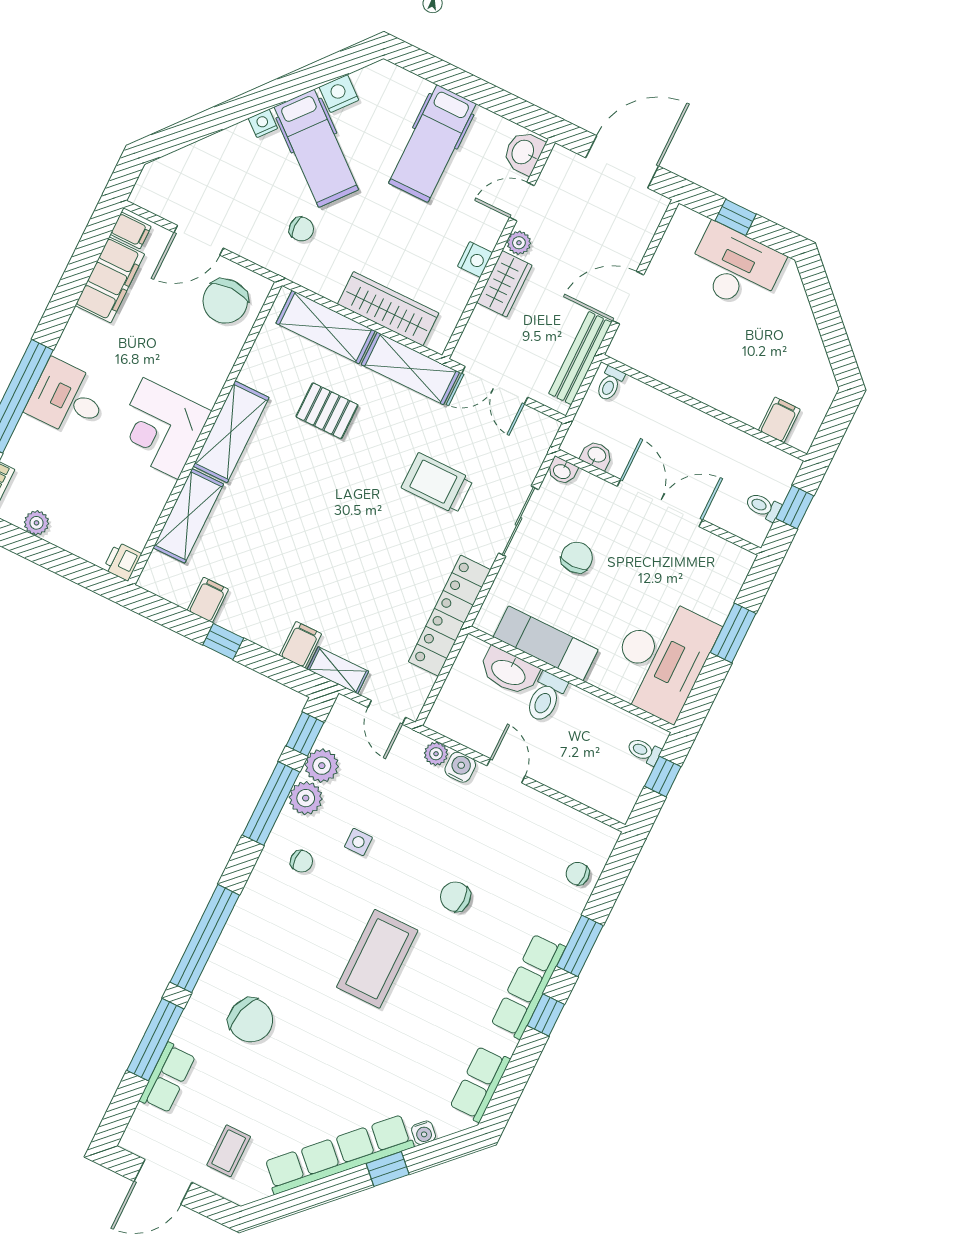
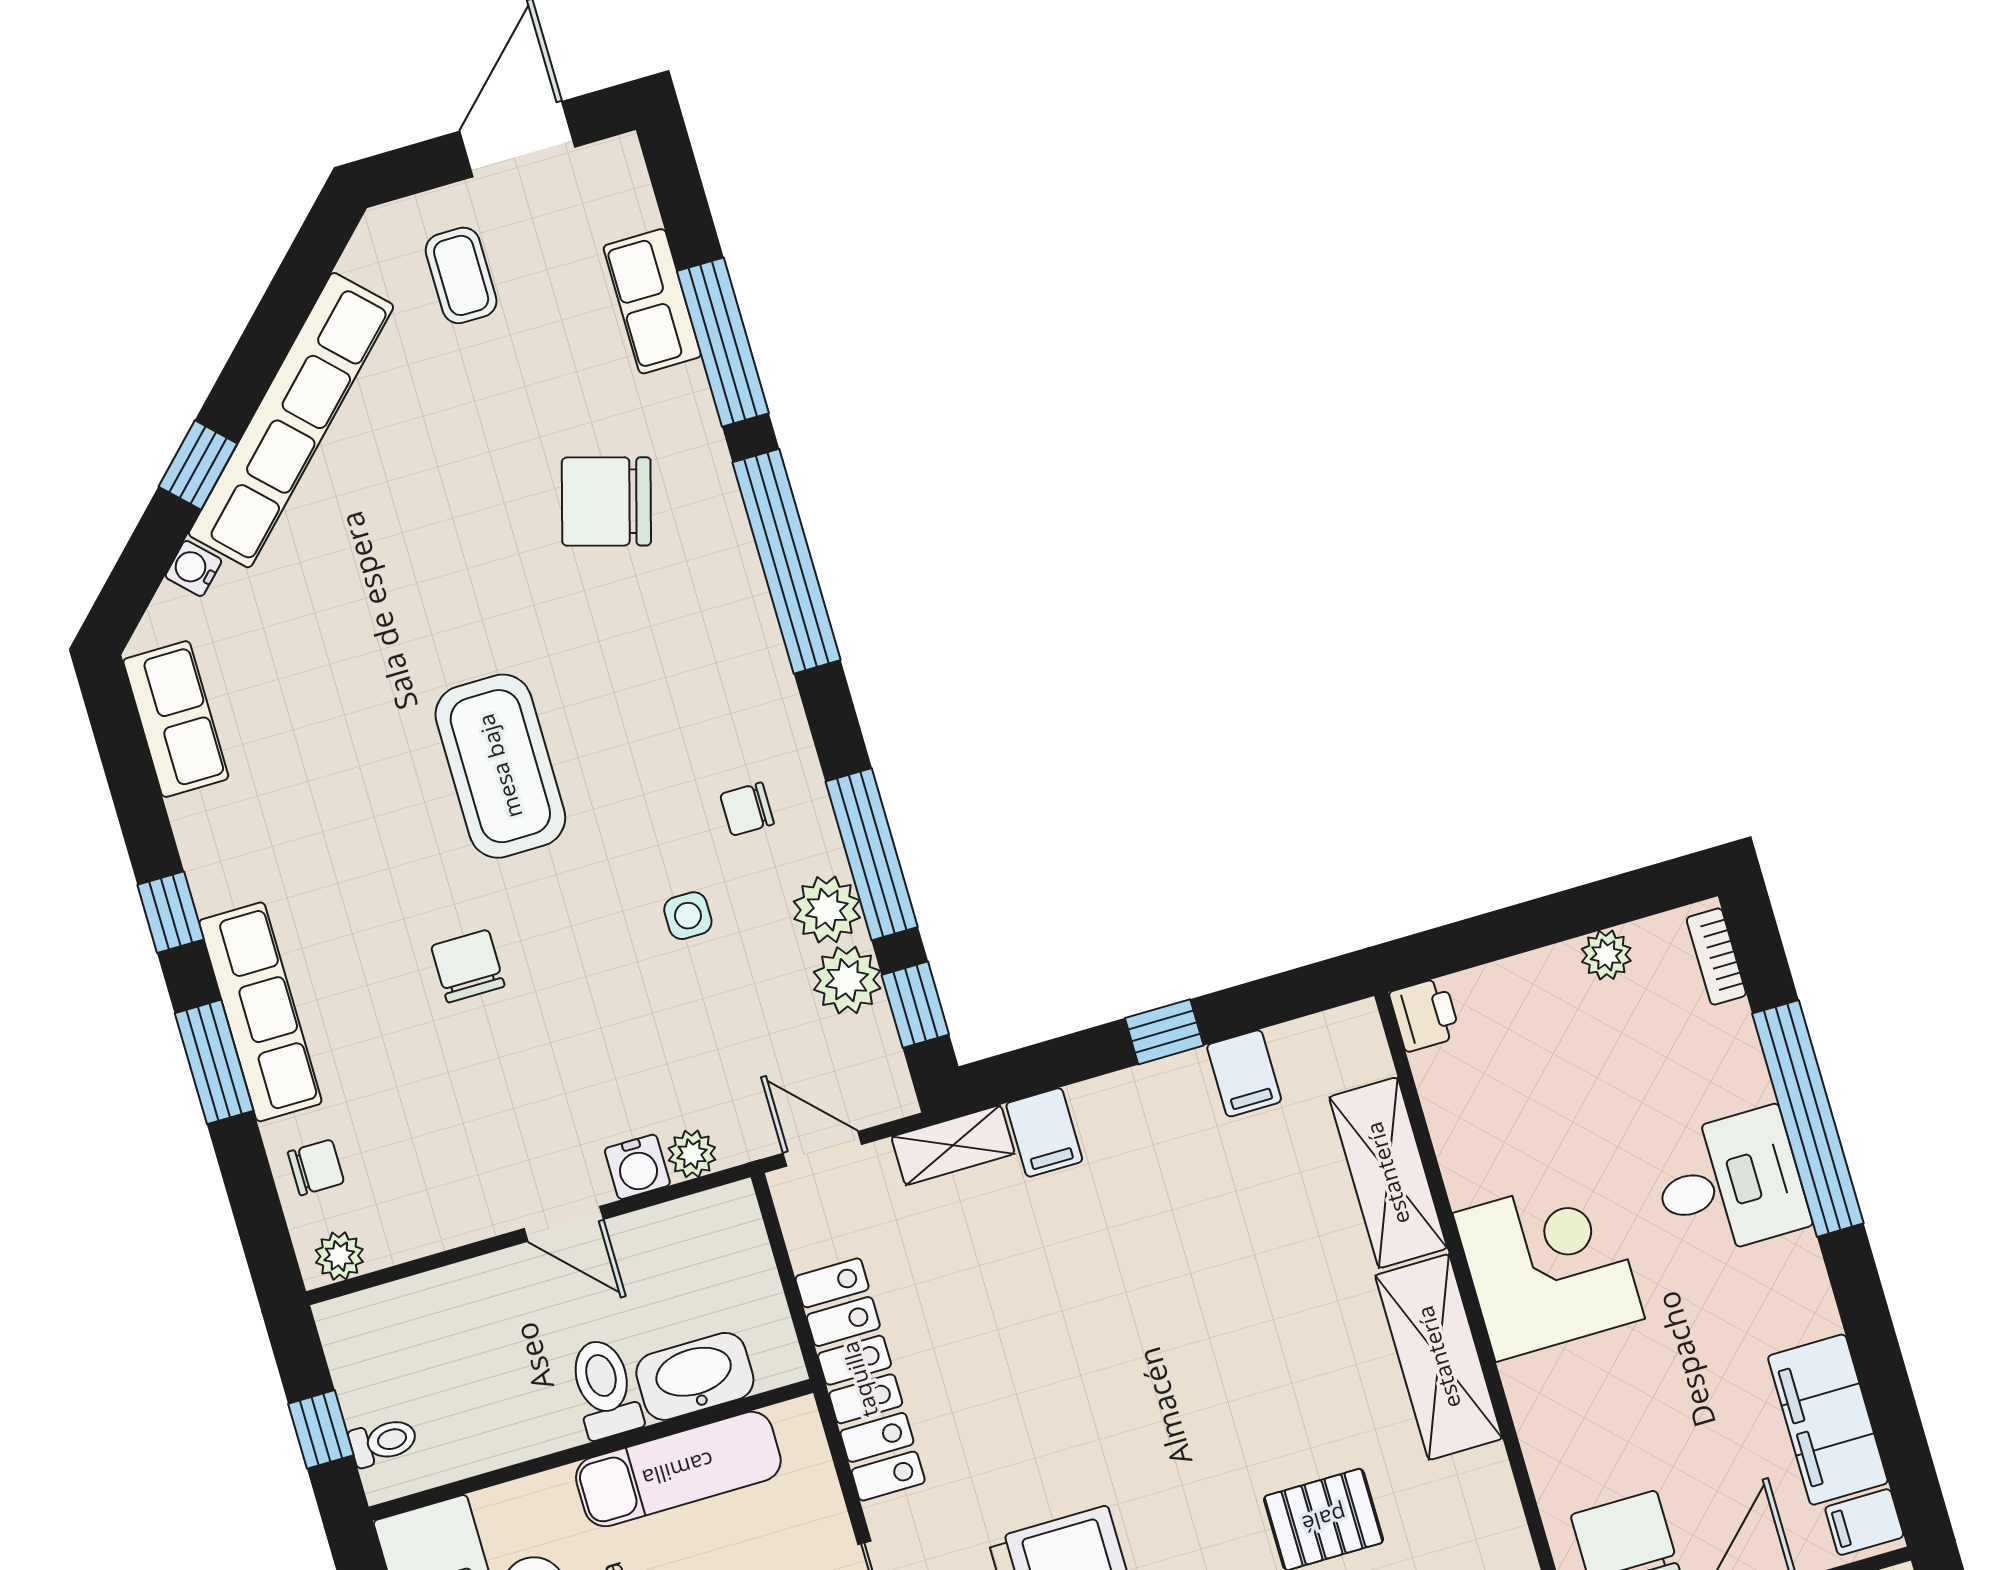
plant: (599, 834) -> (339, 1256), added
chair: (455, 897) -> (468, 966), turned -90
row of seats: (528, 986) -> (260, 1012), moved

